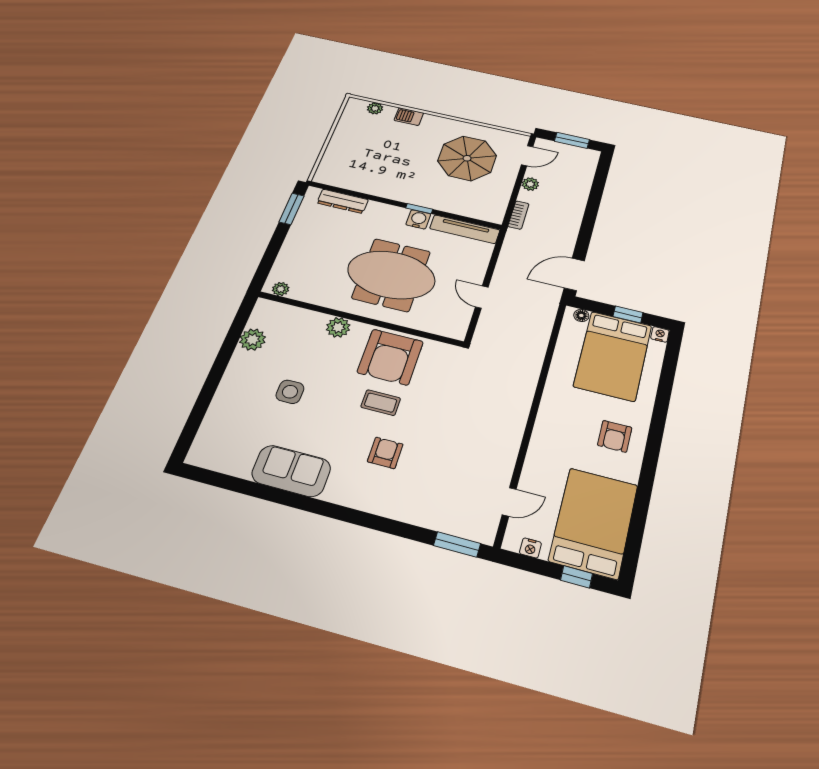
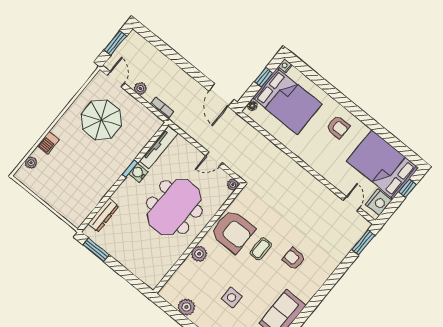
plant: (281, 289) -> (233, 185), moved
nightstand: (530, 548) -> (379, 202), width x1.89, depth x1.79

